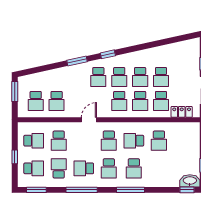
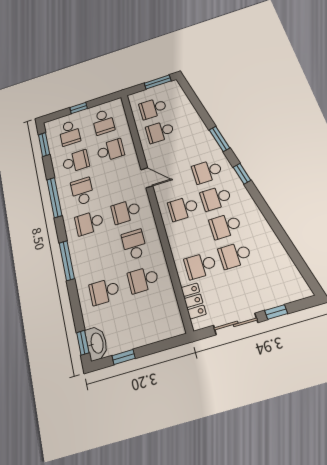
school desk: (140, 101) -> (192, 236), removed
school desk: (59, 141) -> (110, 150), turned 180
school desk: (134, 168) -> (104, 291), moved

